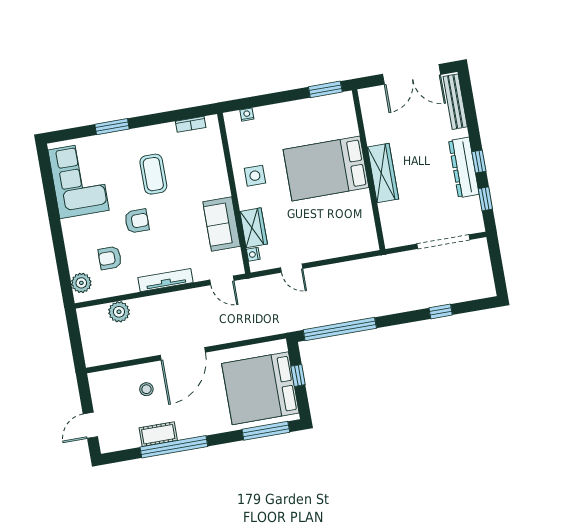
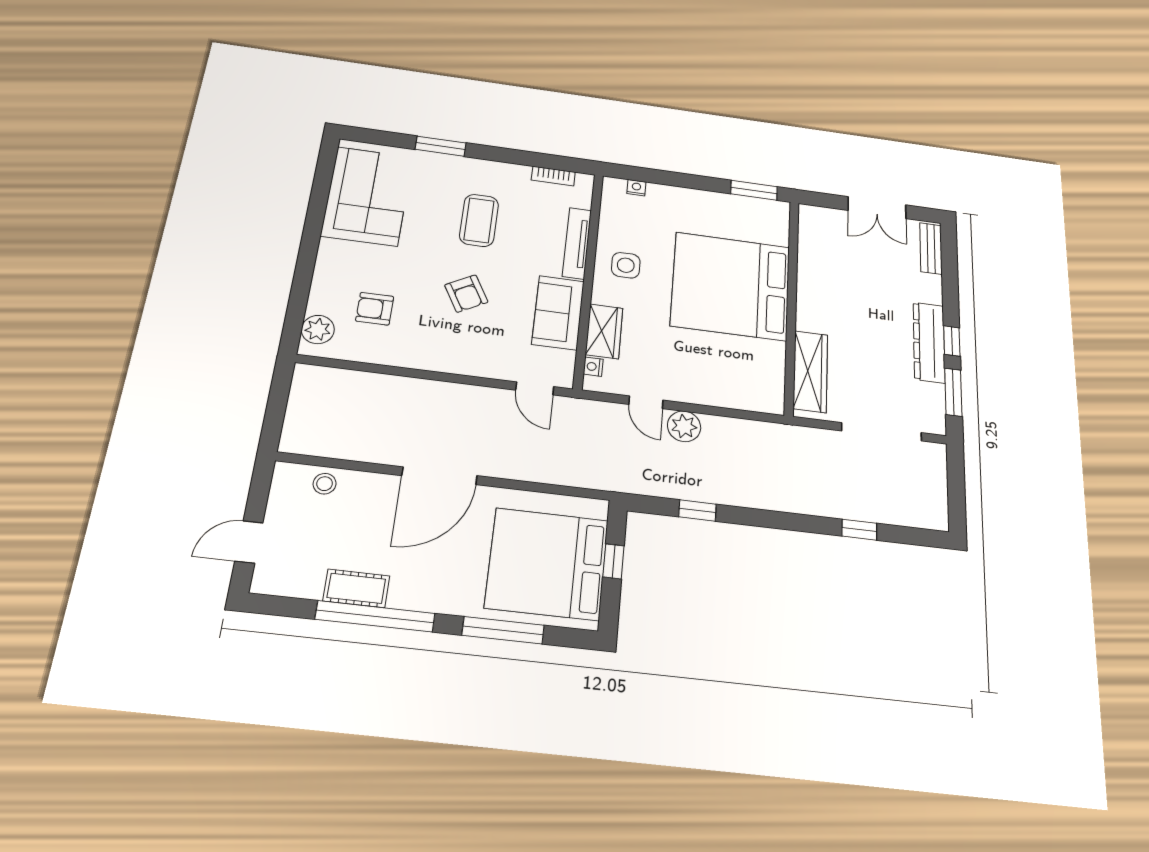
double door: (412, 74) -> (877, 208), width x0.73
bench: (455, 102) -> (931, 248), width x0.73
bed: (326, 168) -> (731, 286), width x1.36
wardrobe: (383, 173) -> (810, 371), moved
window: (485, 199) -> (953, 392), width x1.50
armchair: (137, 221) -> (466, 294), moved, turned 61
tv unit: (166, 280) -> (577, 243), moved, turned -90
plant: (119, 312) -> (684, 426), moved
window: (340, 329) -> (697, 510), width x0.32
stool: (146, 389) -> (325, 484), moved
window: (266, 431) -> (503, 630), moved

